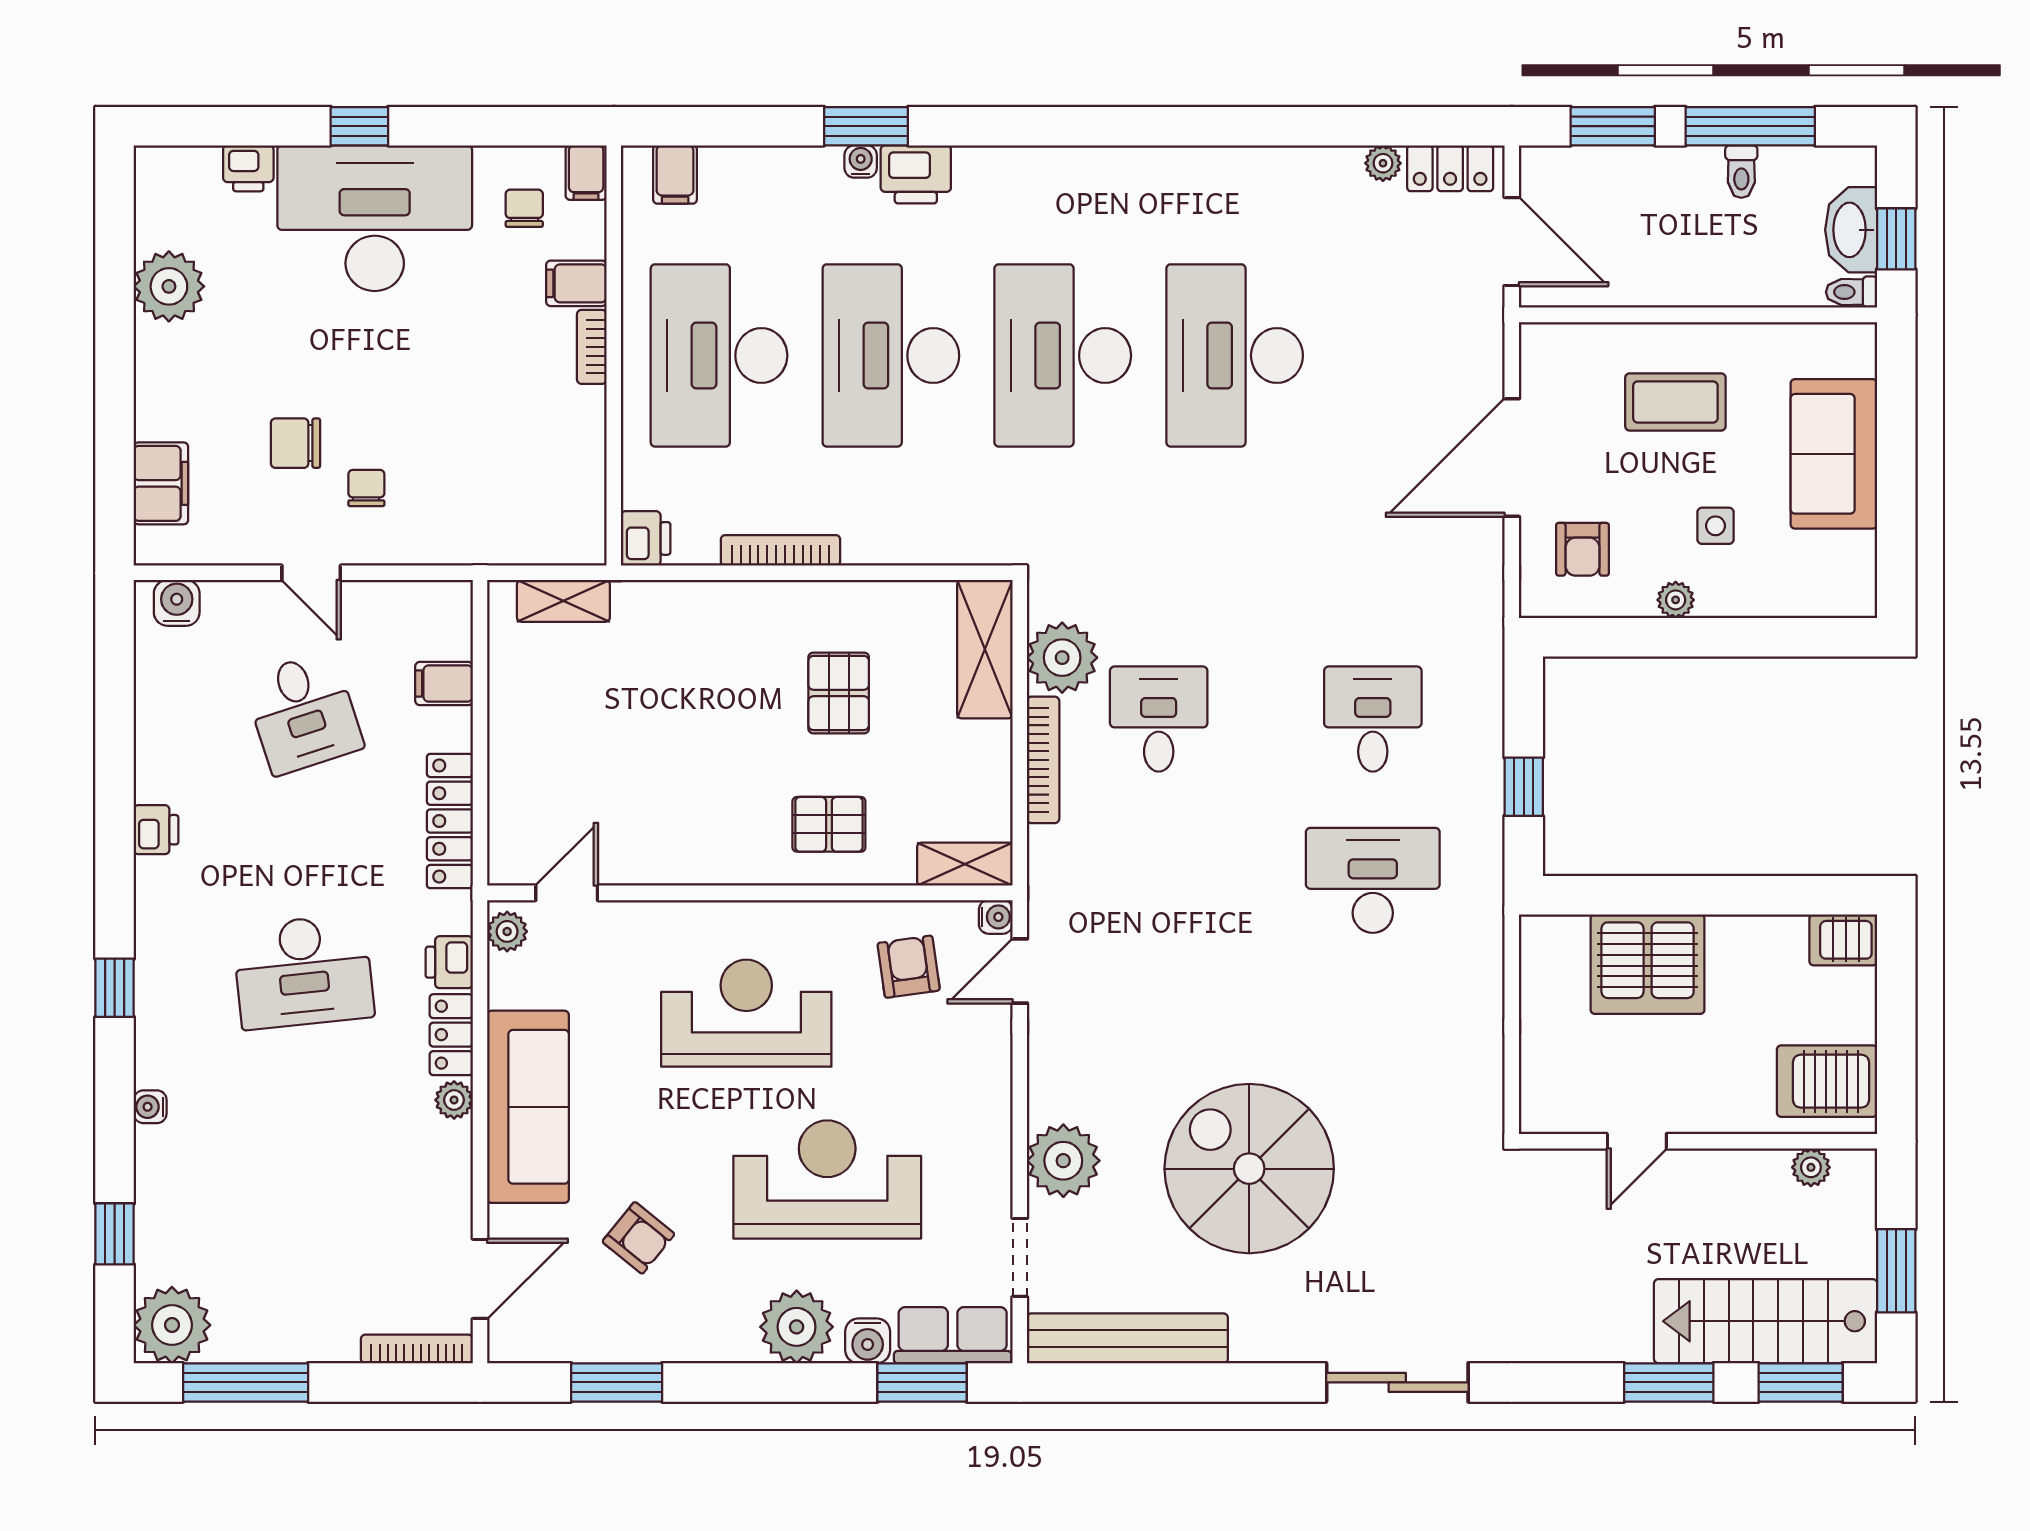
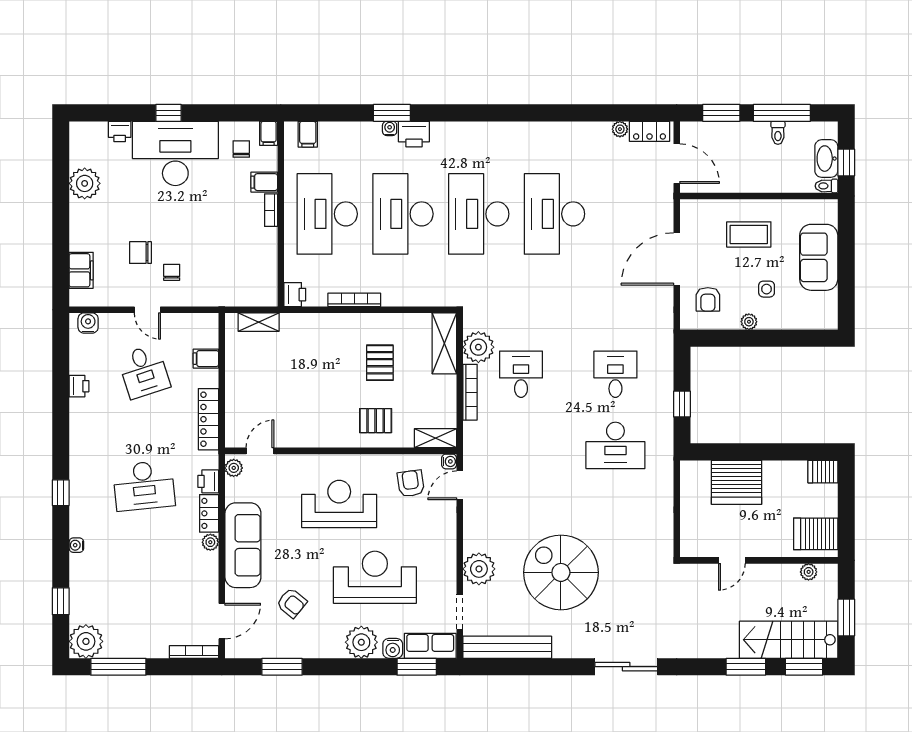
printer: (156, 830) -> (79, 386), moved
desk: (1373, 880) -> (615, 445), turned 180

